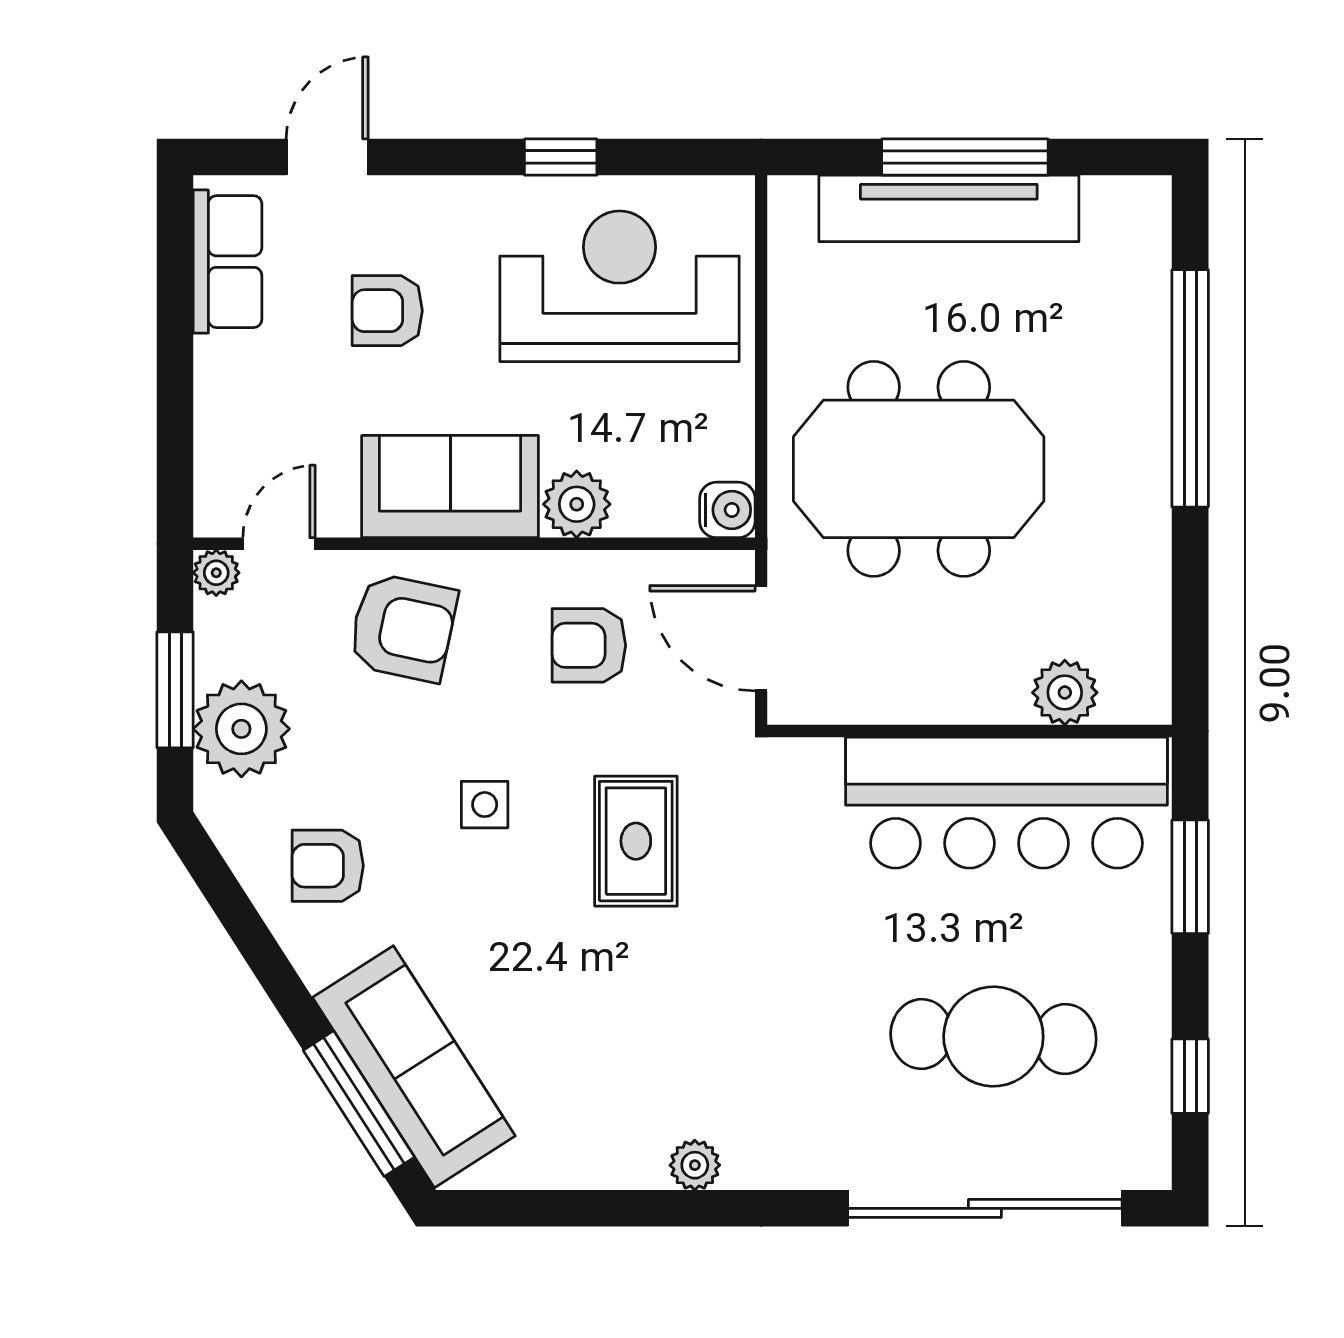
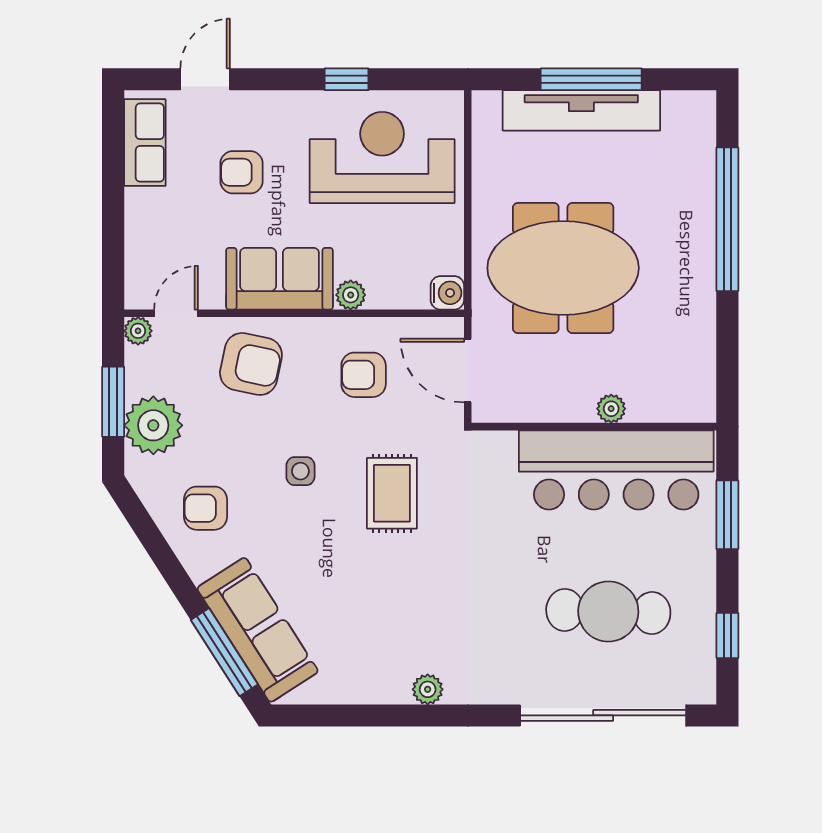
plant: (577, 504) -> (351, 295), width x0.73, depth x0.73
plant: (1065, 693) -> (611, 409), moved, width x0.73, depth x0.73

